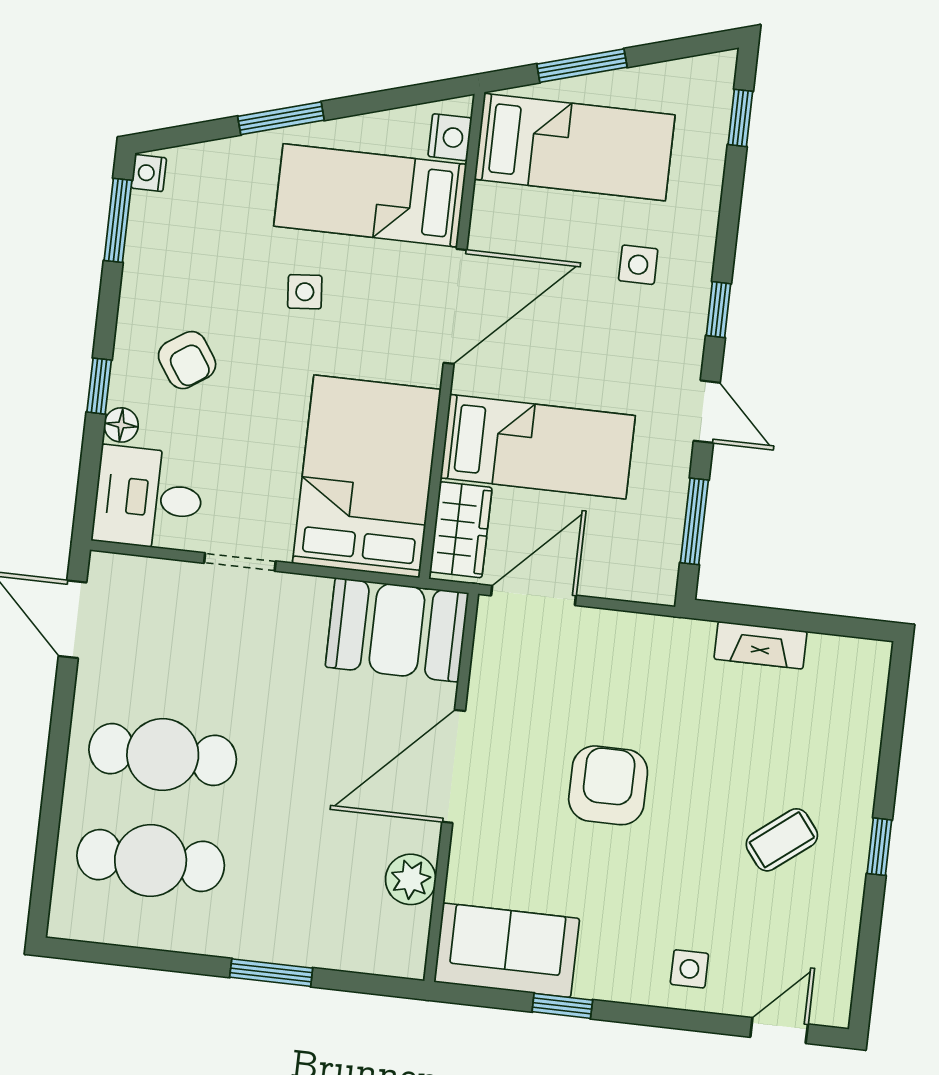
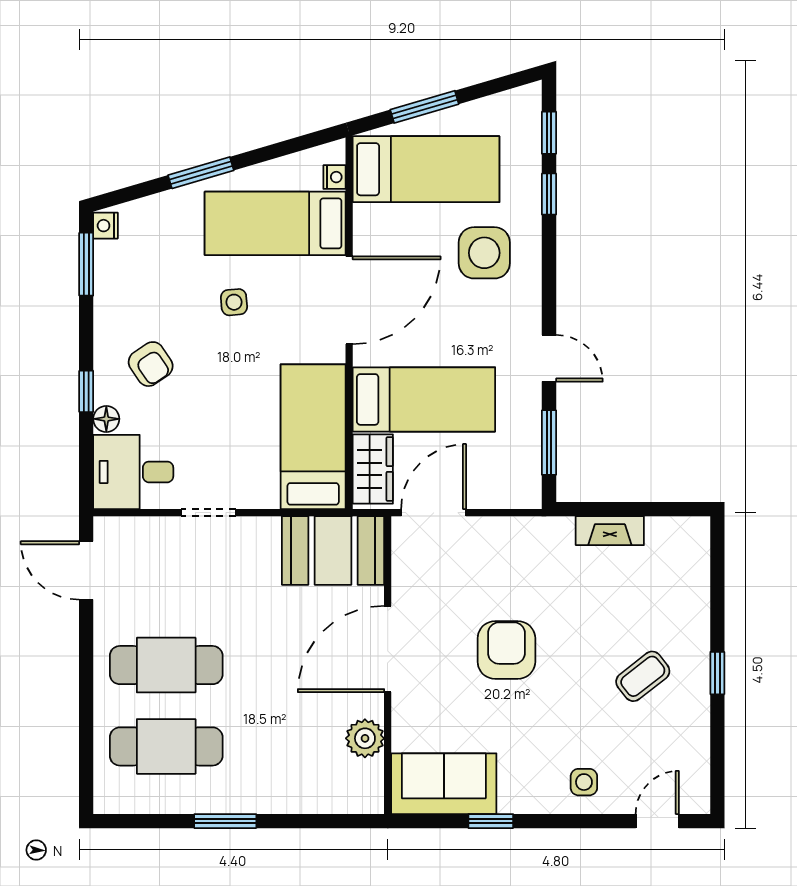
nightstand: (450, 137) -> (334, 177), width x0.72, depth x0.74
side table: (638, 265) -> (484, 253), width x1.87, depth x1.87
window: (718, 310) -> (549, 194), moved
bed: (367, 476) -> (313, 437), width x0.67
window: (271, 973) -> (225, 821), moved

